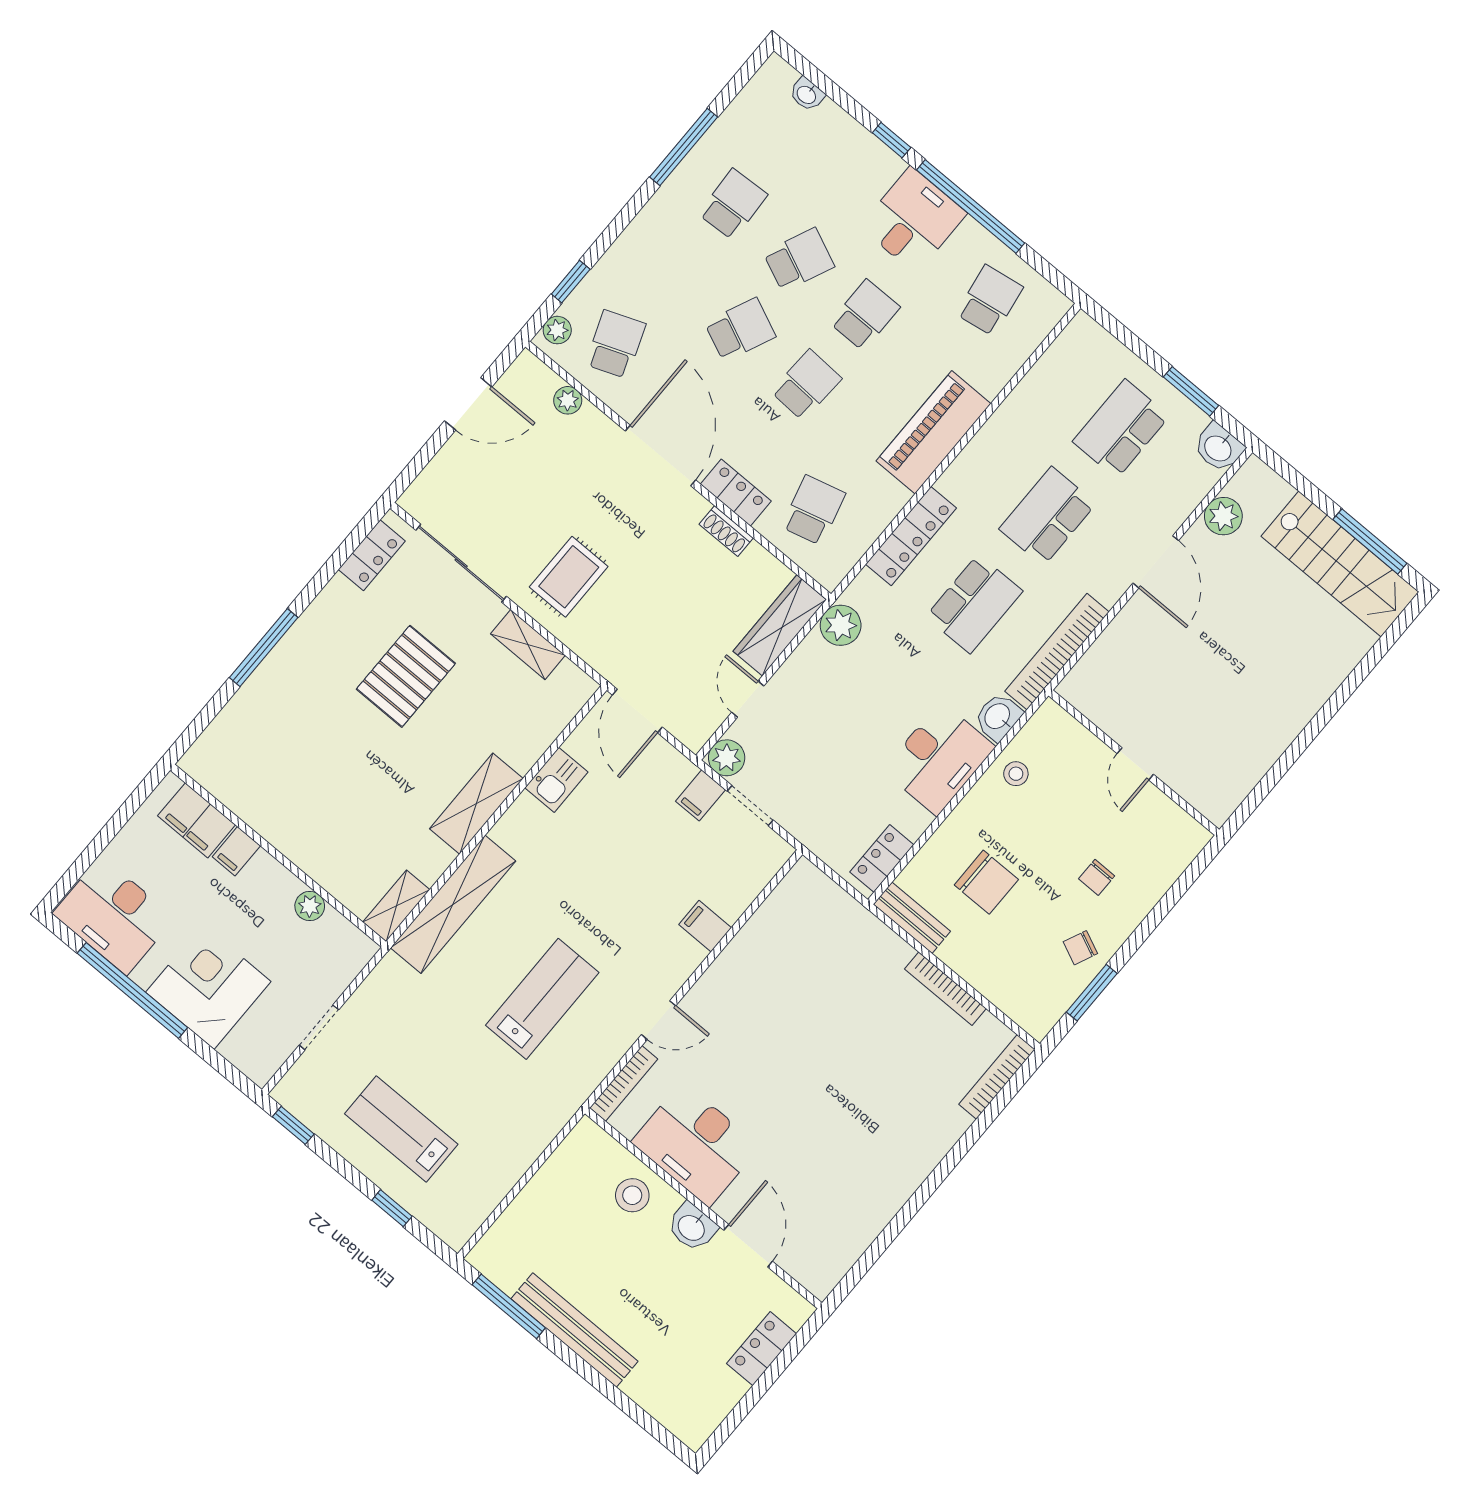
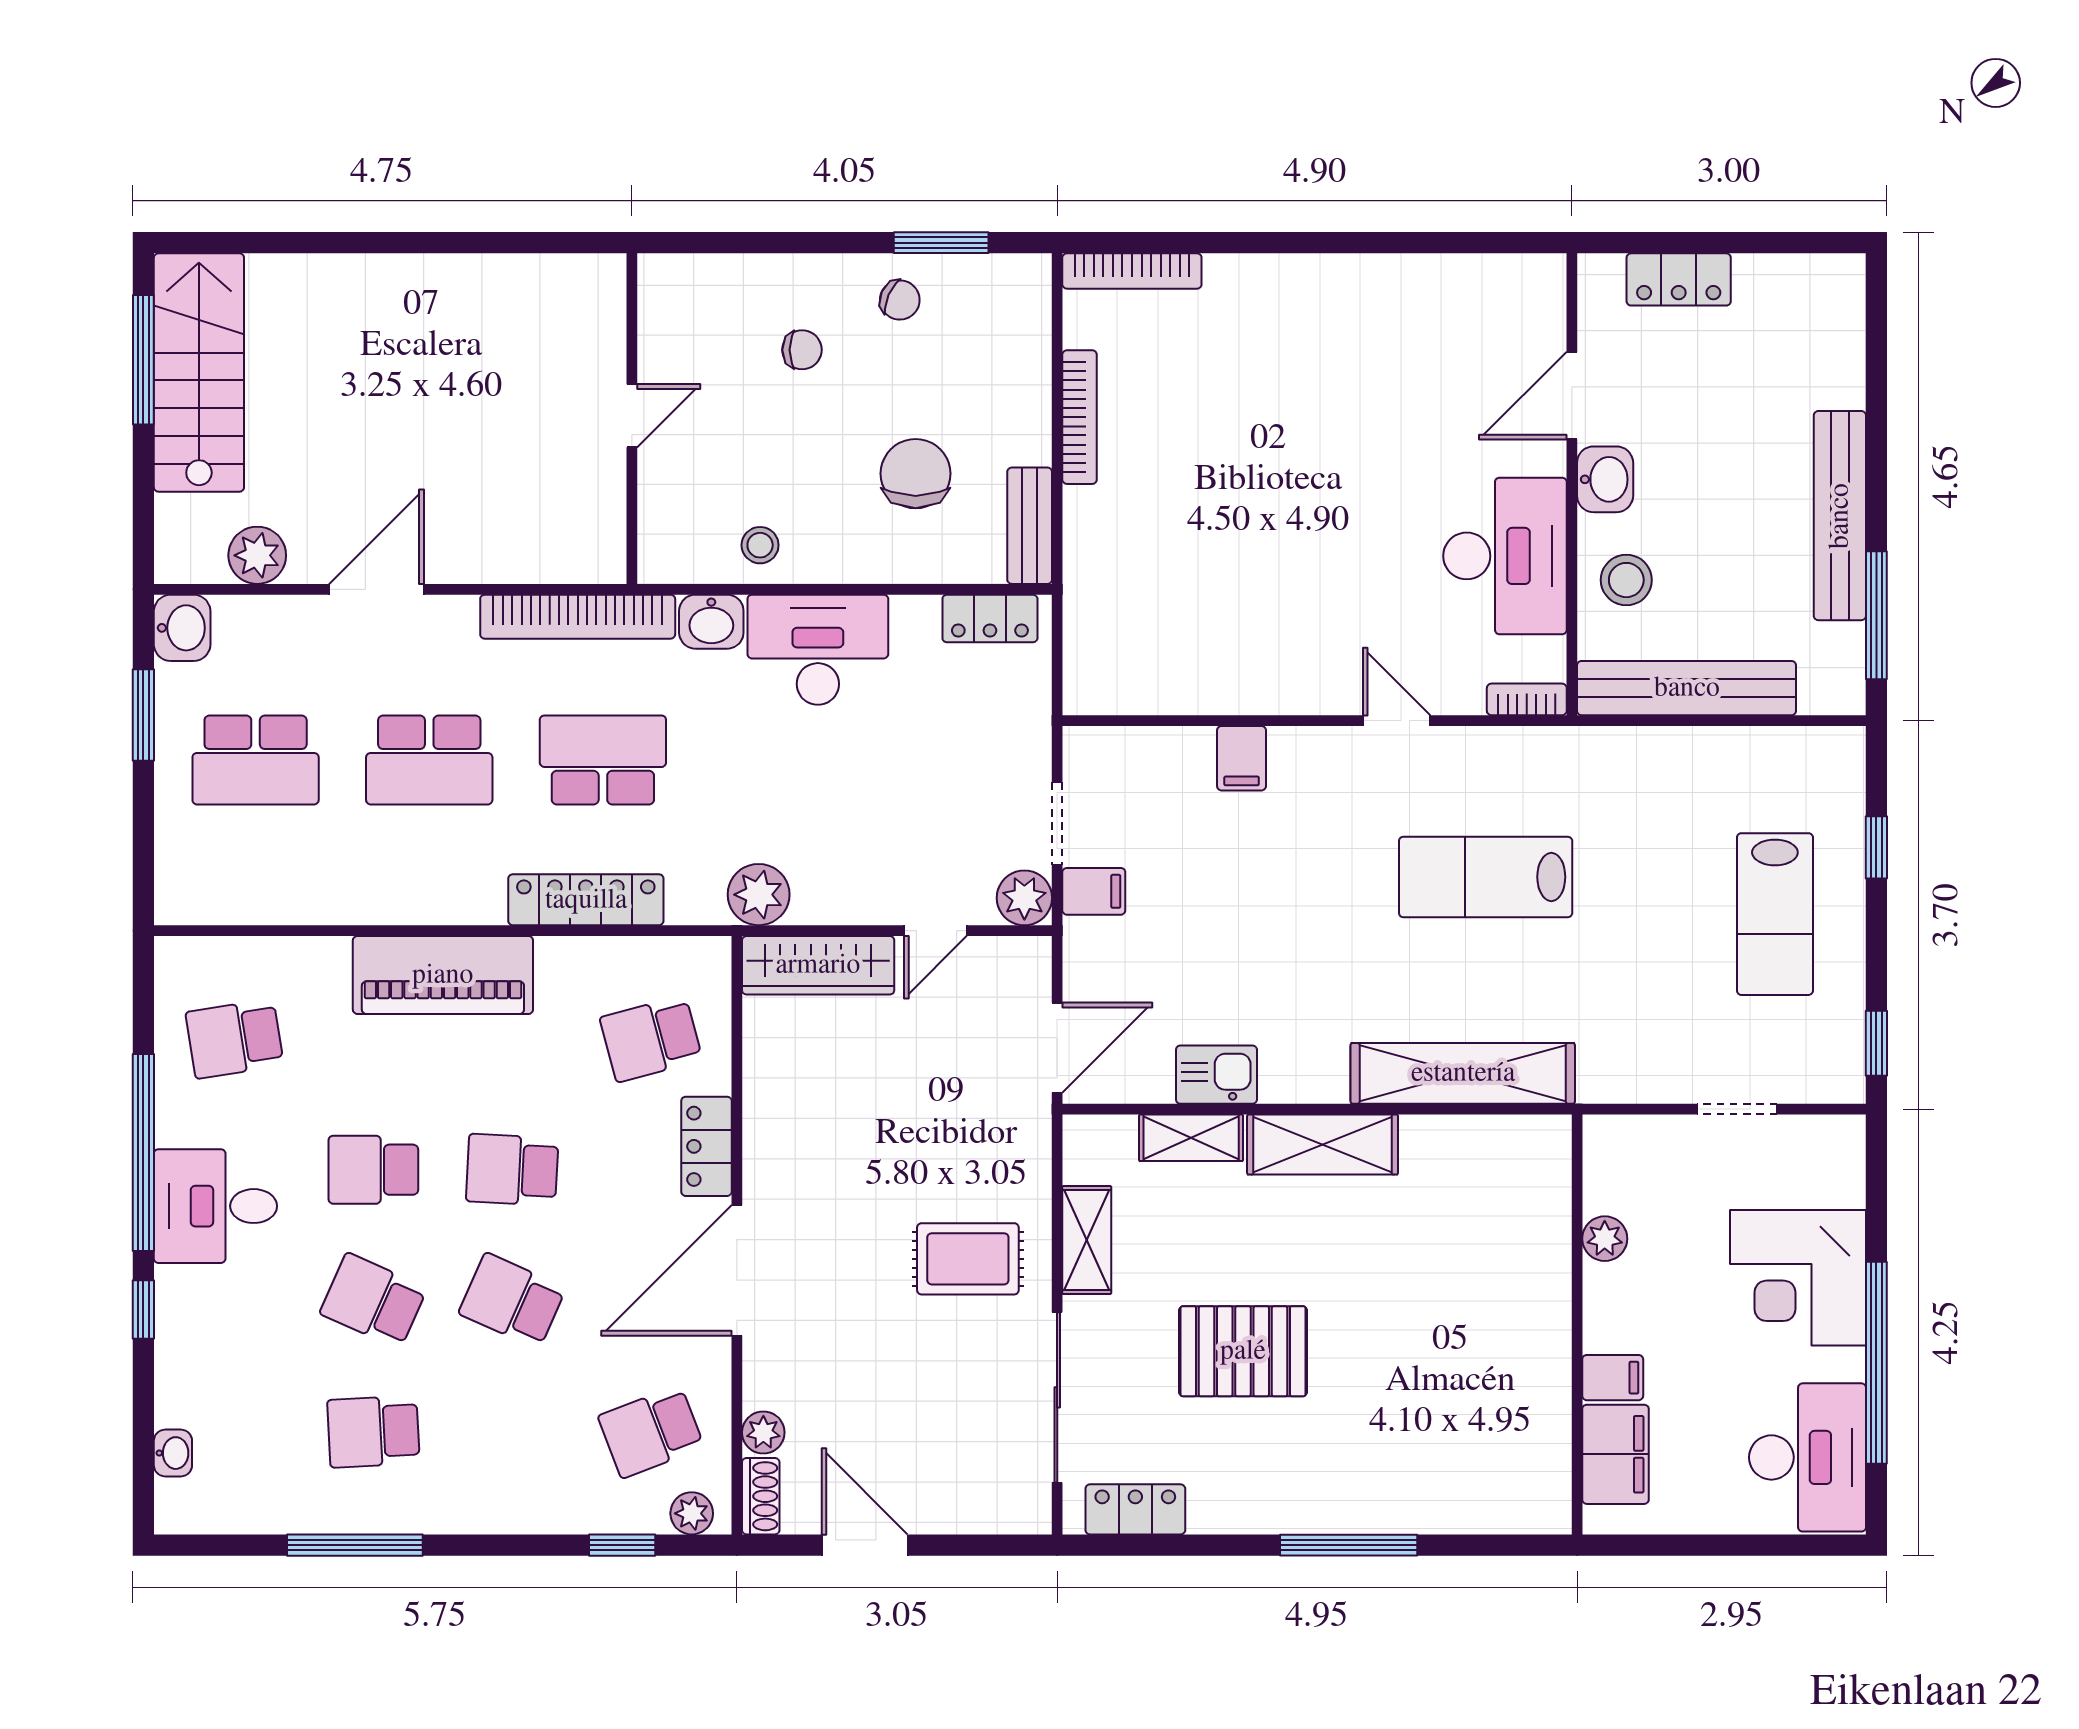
shoe rack: (726, 531) -> (761, 1496), moved
shelving: (396, 906) -> (1191, 1138), moved
bookcase: (624, 1083) -> (1527, 699), width x0.64
bench: (552, 1180) -> (1687, 688), added

